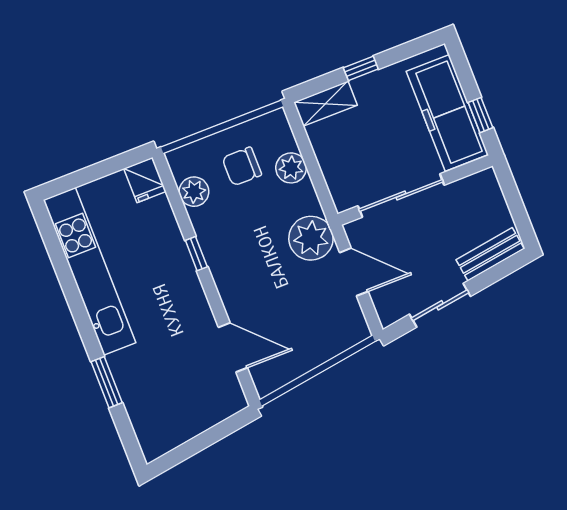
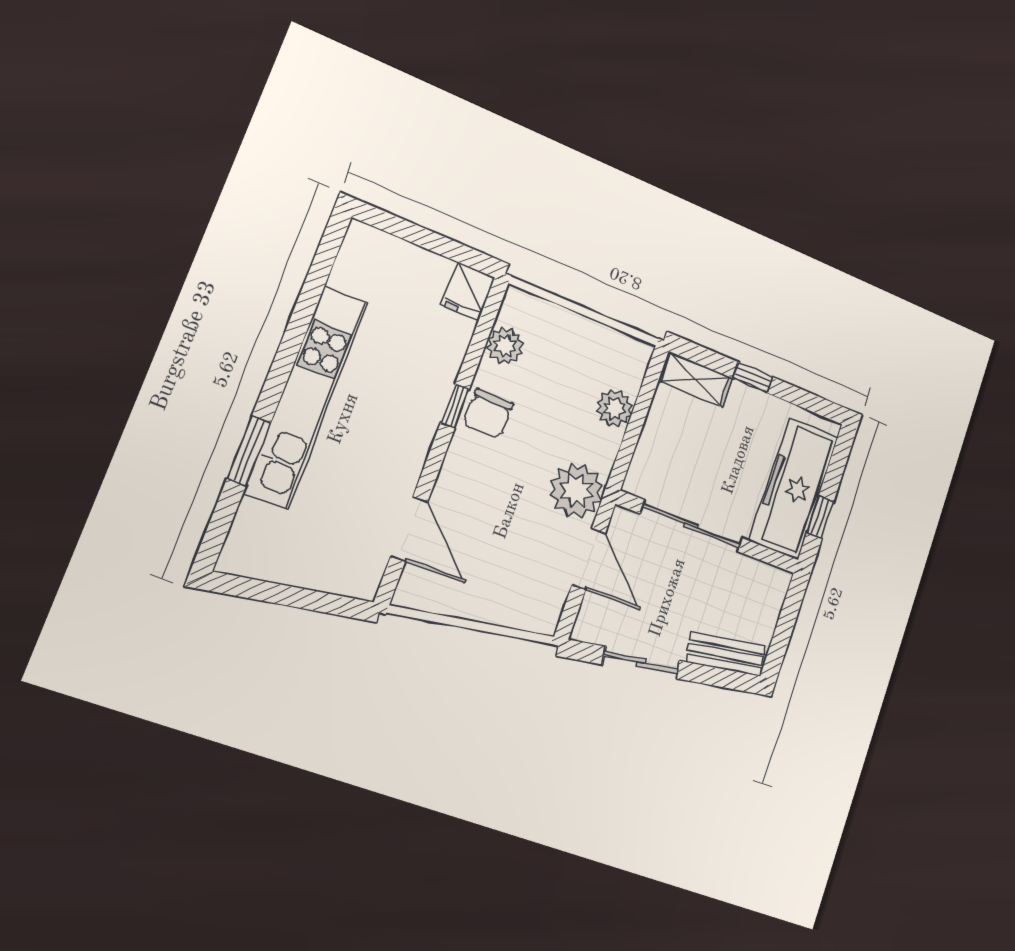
chair: (242, 166) -> (488, 414), moved, turned -88
kitchen unit: (89, 271) -> (306, 397), moved

